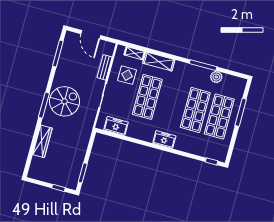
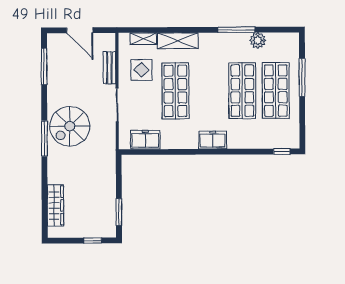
spiral stairs: (65, 101) -> (70, 126), turned 180
wardrobe: (42, 141) -> (55, 205), moved

